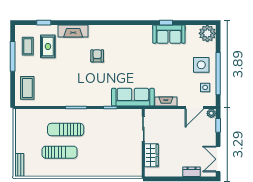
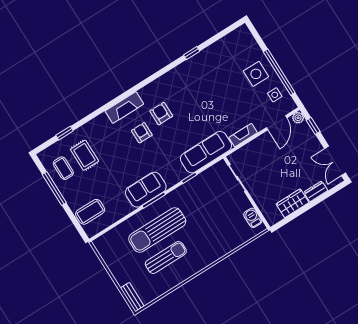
fireplace: (73, 31) -> (124, 108), moved
plant: (207, 33) -> (242, 37), removed
sofa: (169, 34) -> (146, 190), moved, turned 180
armchair: (119, 51) -> (161, 114), added
coffee table: (27, 88) -> (90, 212), turned 90
sun lounger: (66, 130) -> (157, 230), width x1.36, depth x1.34
wardrobe: (151, 155) -> (292, 203), moved, turned -90
barbecue: (137, 163) -> (253, 218), added

